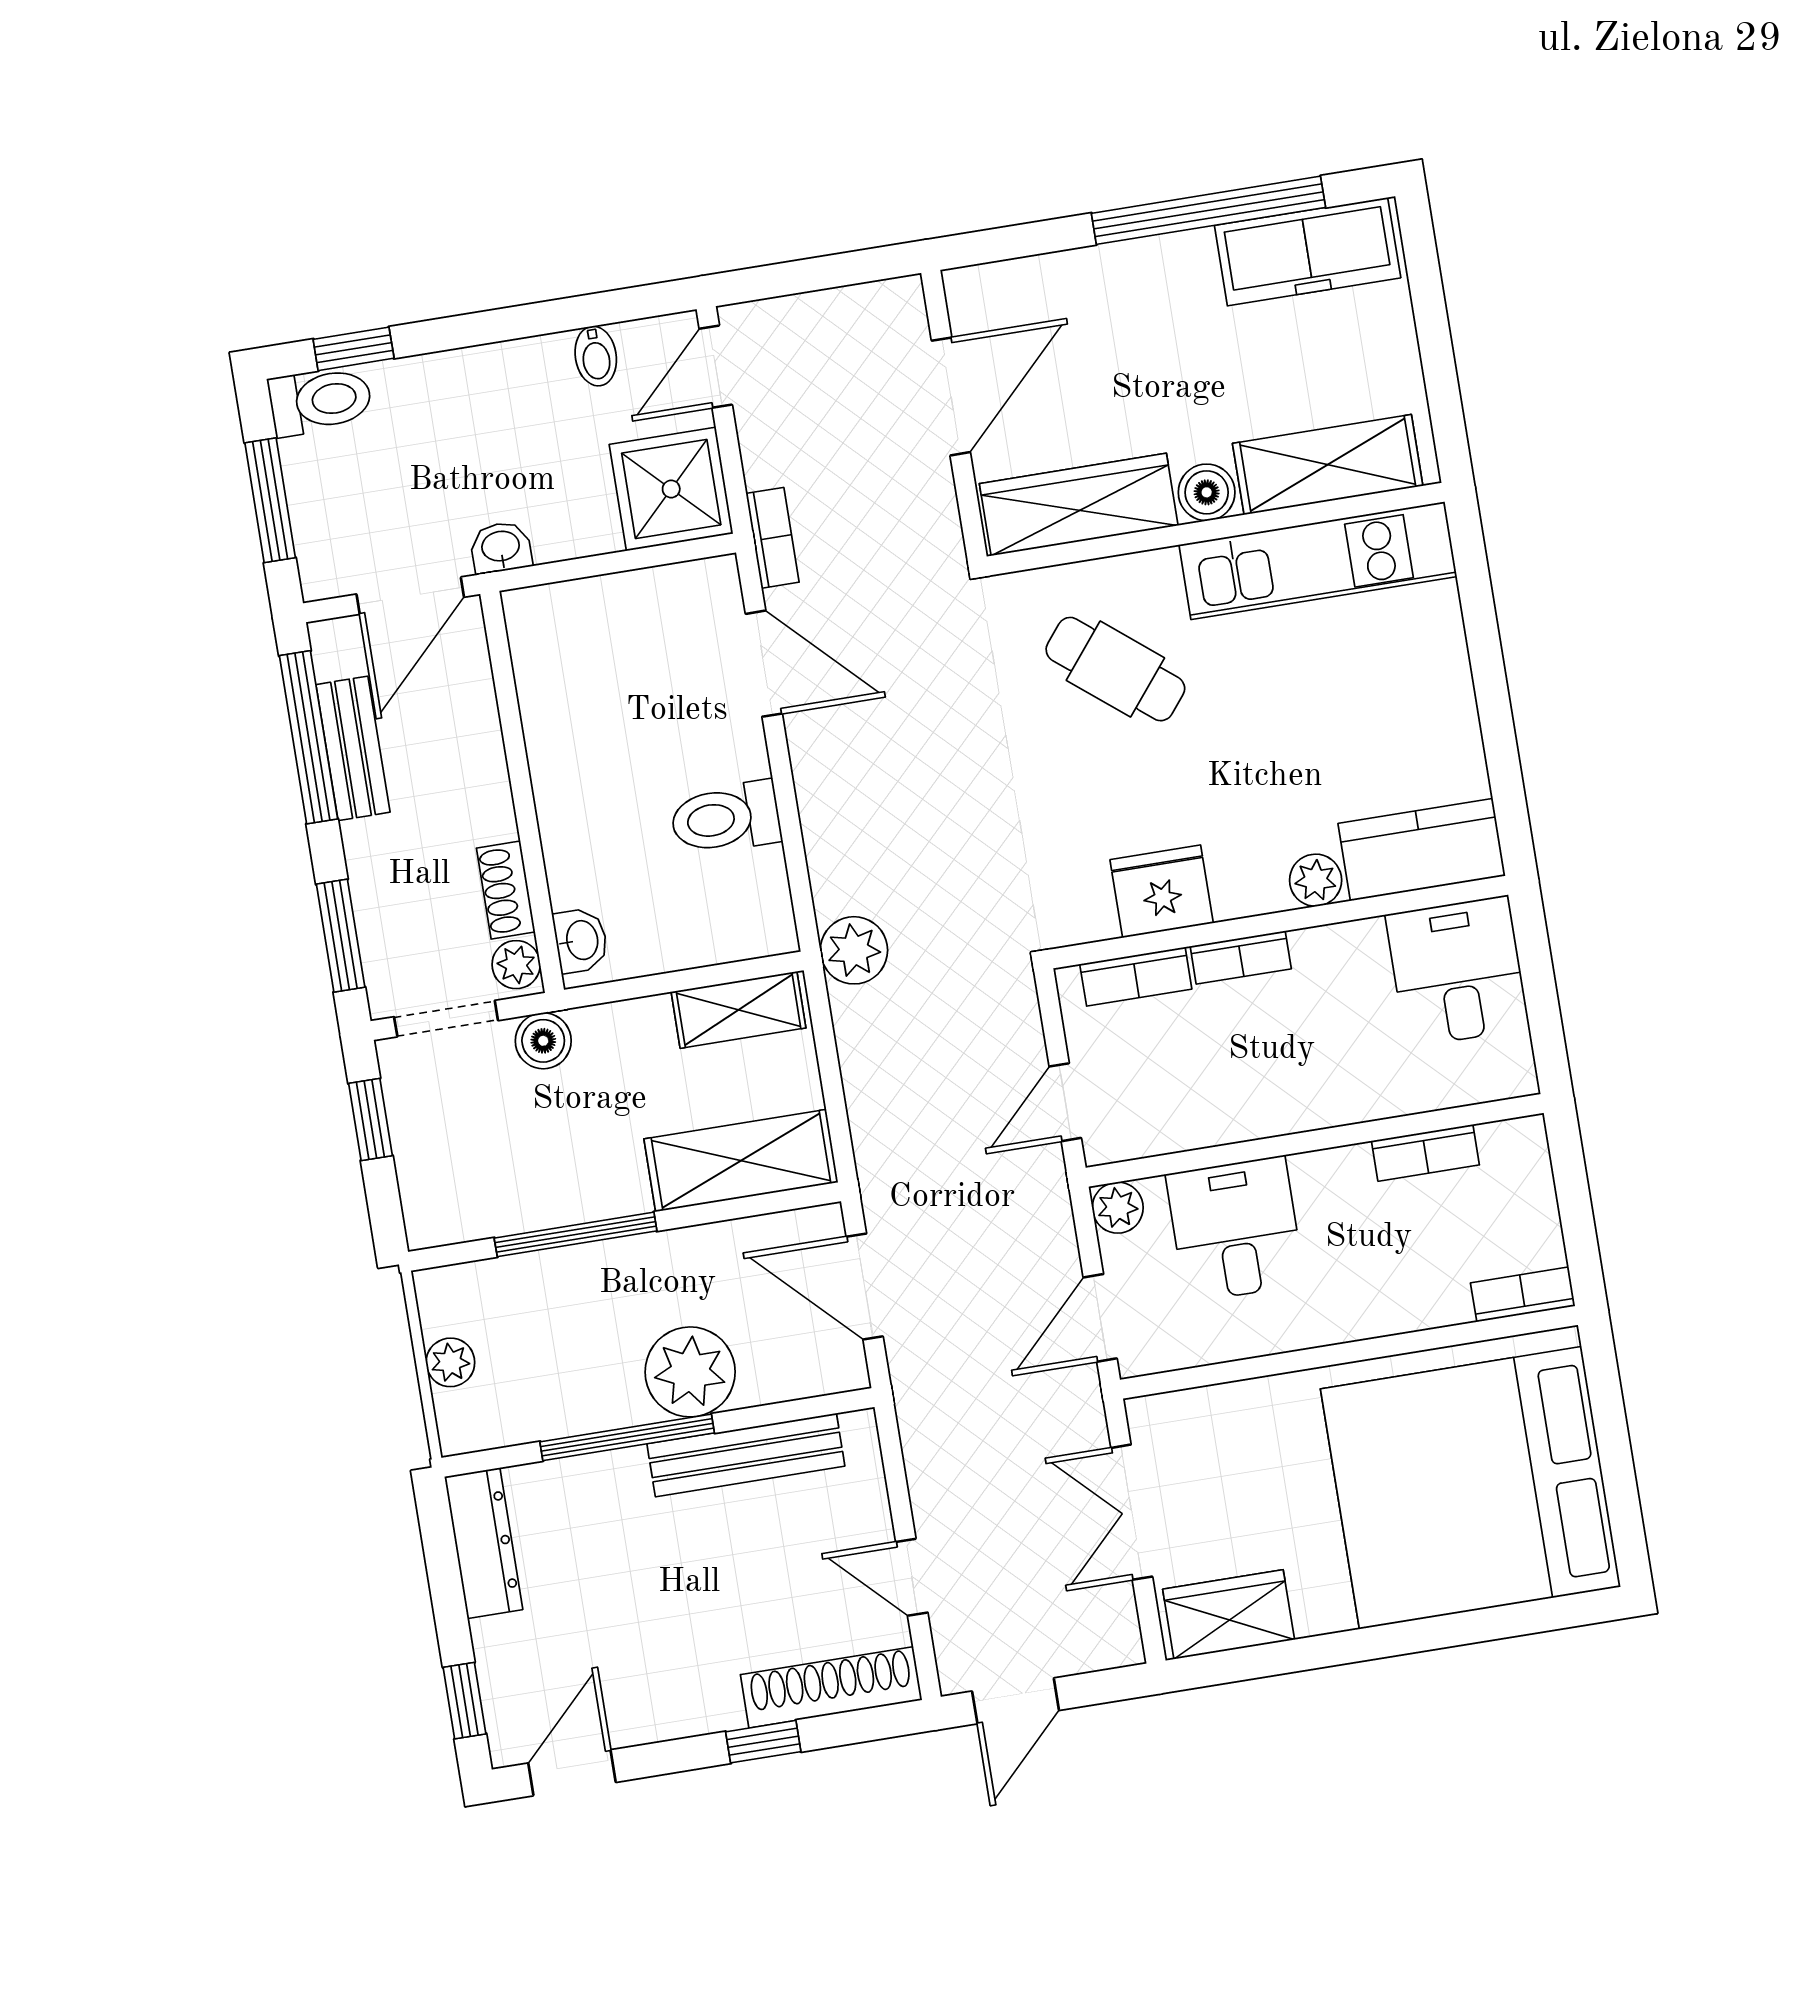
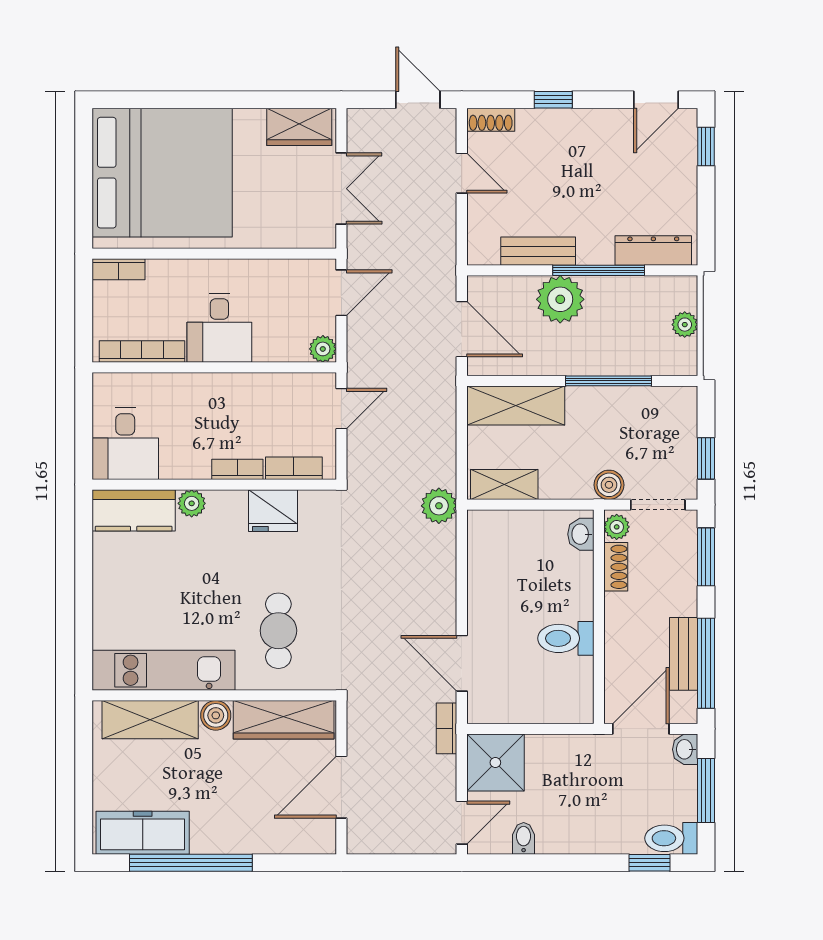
washbasin: (501, 547) -> (685, 749), moved, turned 90
cafe table: (1115, 669) -> (278, 631), turned 51
toilet: (726, 818) -> (566, 638), moved, turned 180
bookcase: (1425, 1153) -> (142, 352), width x1.56
desk: (1235, 1229) -> (219, 328), moved
bench: (746, 1455) -> (538, 251), width x0.73
dresser: (484, 1543) -> (653, 251), moved, turned 90
shoe rack: (831, 1687) -> (491, 120), width x0.51, depth x0.81
door: (1016, 1701) -> (418, 100), hinge flipped

